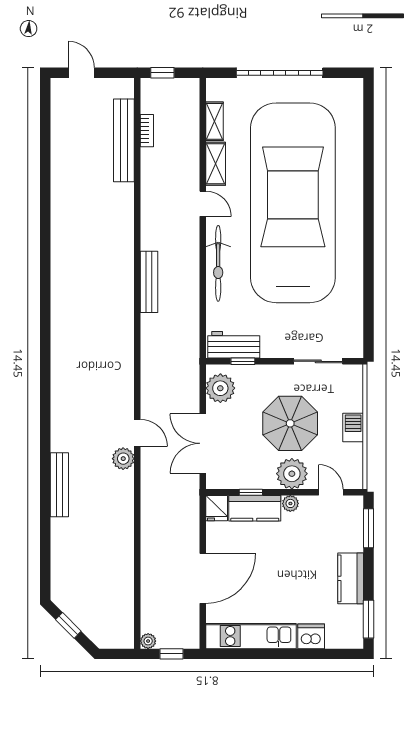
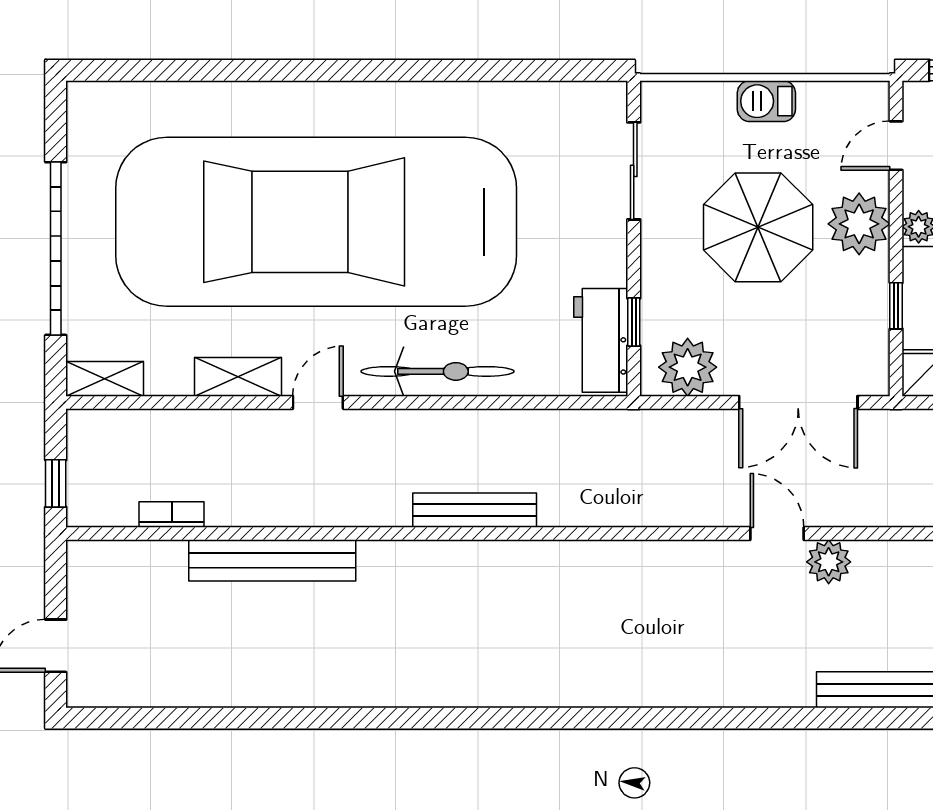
shelving: (215, 121) -> (105, 379), moved
bench: (124, 140) -> (272, 560), moved
door: (137, 433) -> (777, 534), hinge flipped

